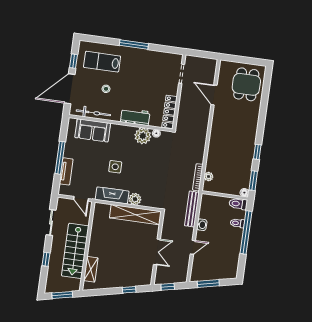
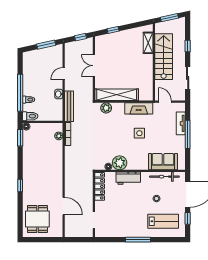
window: (257, 152) -> (20, 186), moved
plant: (135, 199) -> (106, 108), moved

